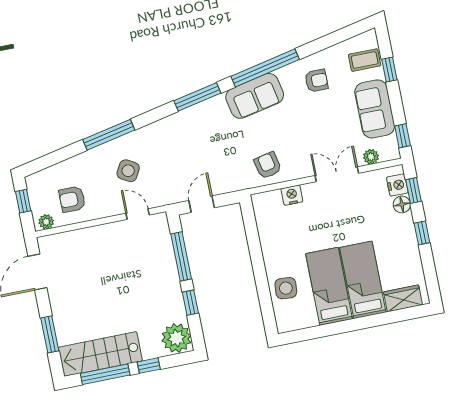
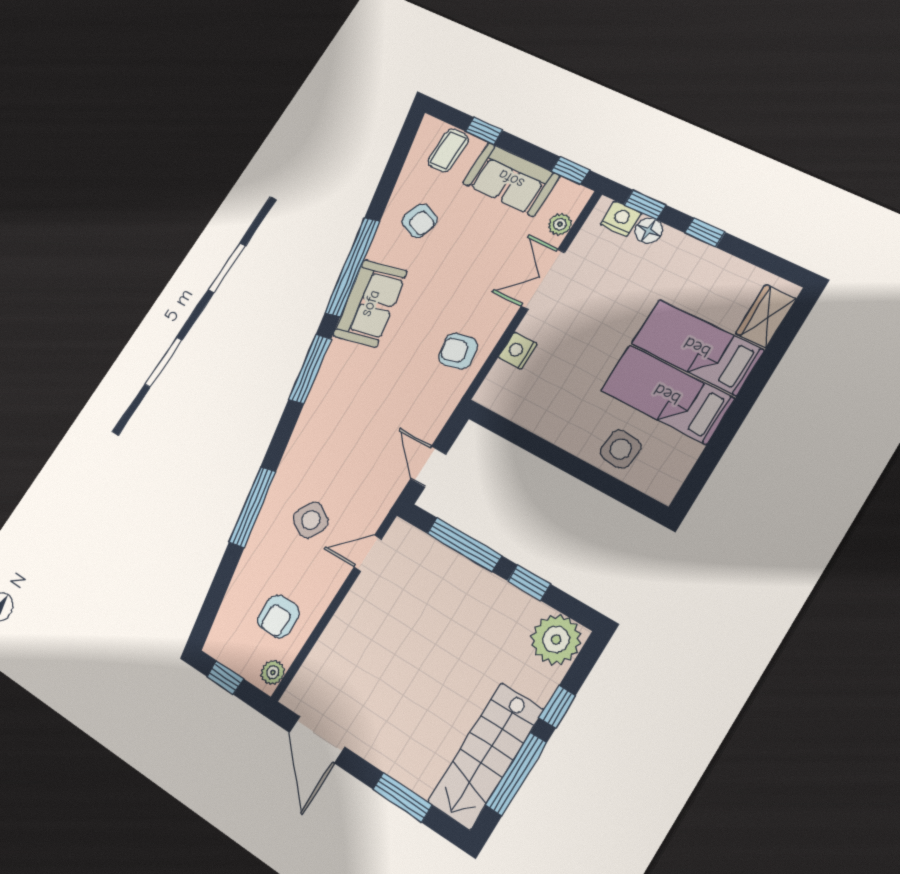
armchair: (316, 81) -> (419, 221), turned 111

